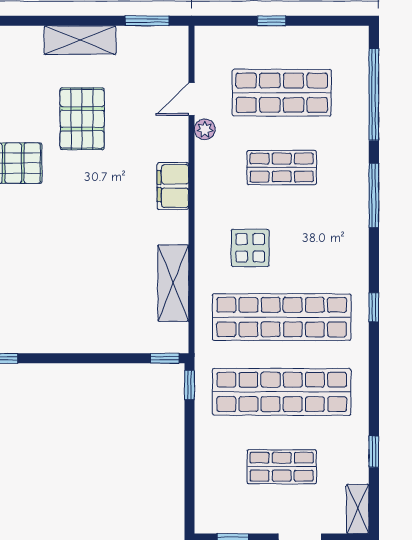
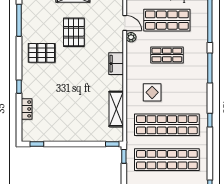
door: (192, 99) -> (125, 23), swing flipped

